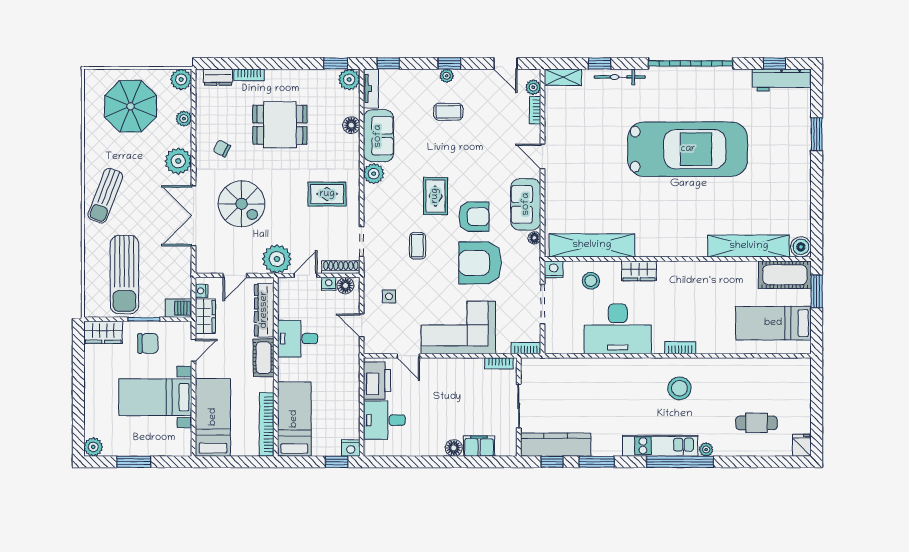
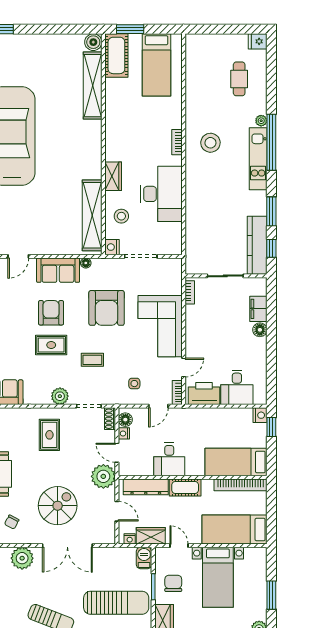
plant: (374, 174) -> (60, 396), moved
armchair: (474, 217) -> (51, 313), moved
shoe rack: (341, 267) -> (110, 419), width x0.70
bookcase: (526, 348) -> (177, 393), moved

